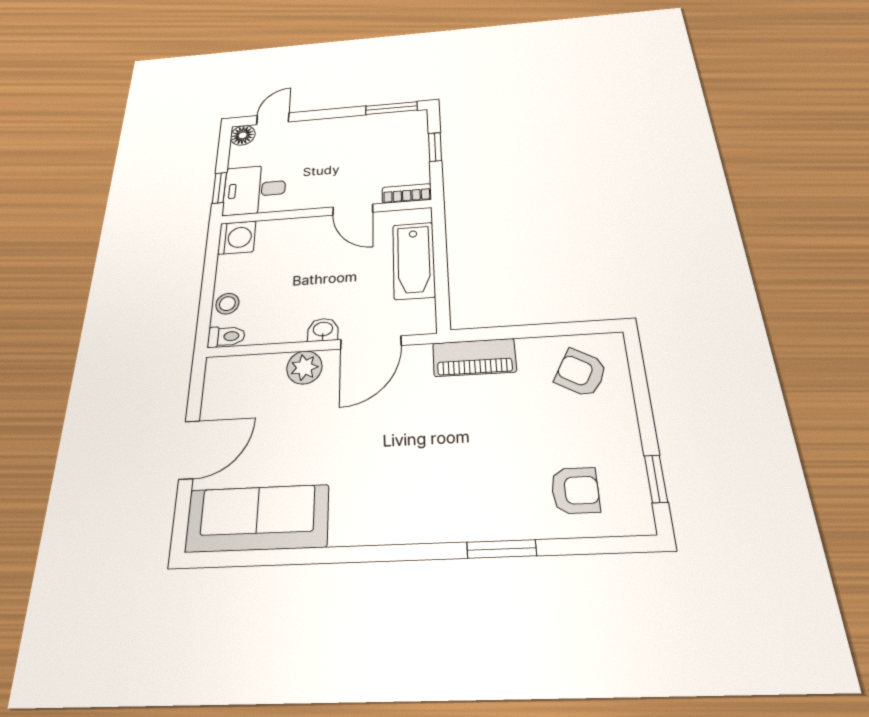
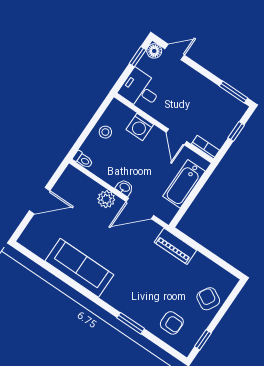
window: (219, 188) -> (138, 57), moved
washing machine: (237, 238) -> (140, 127), moved, turned 90
stool: (227, 304) -> (105, 132), moved
armchair: (581, 373) -> (208, 299), moved
sofa: (257, 518) -> (79, 268), moved

